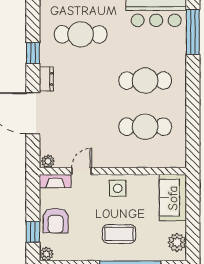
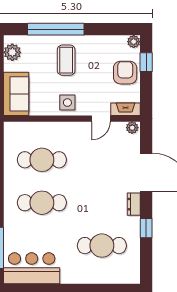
coffee table: (119, 234) -> (66, 60), turned 90

